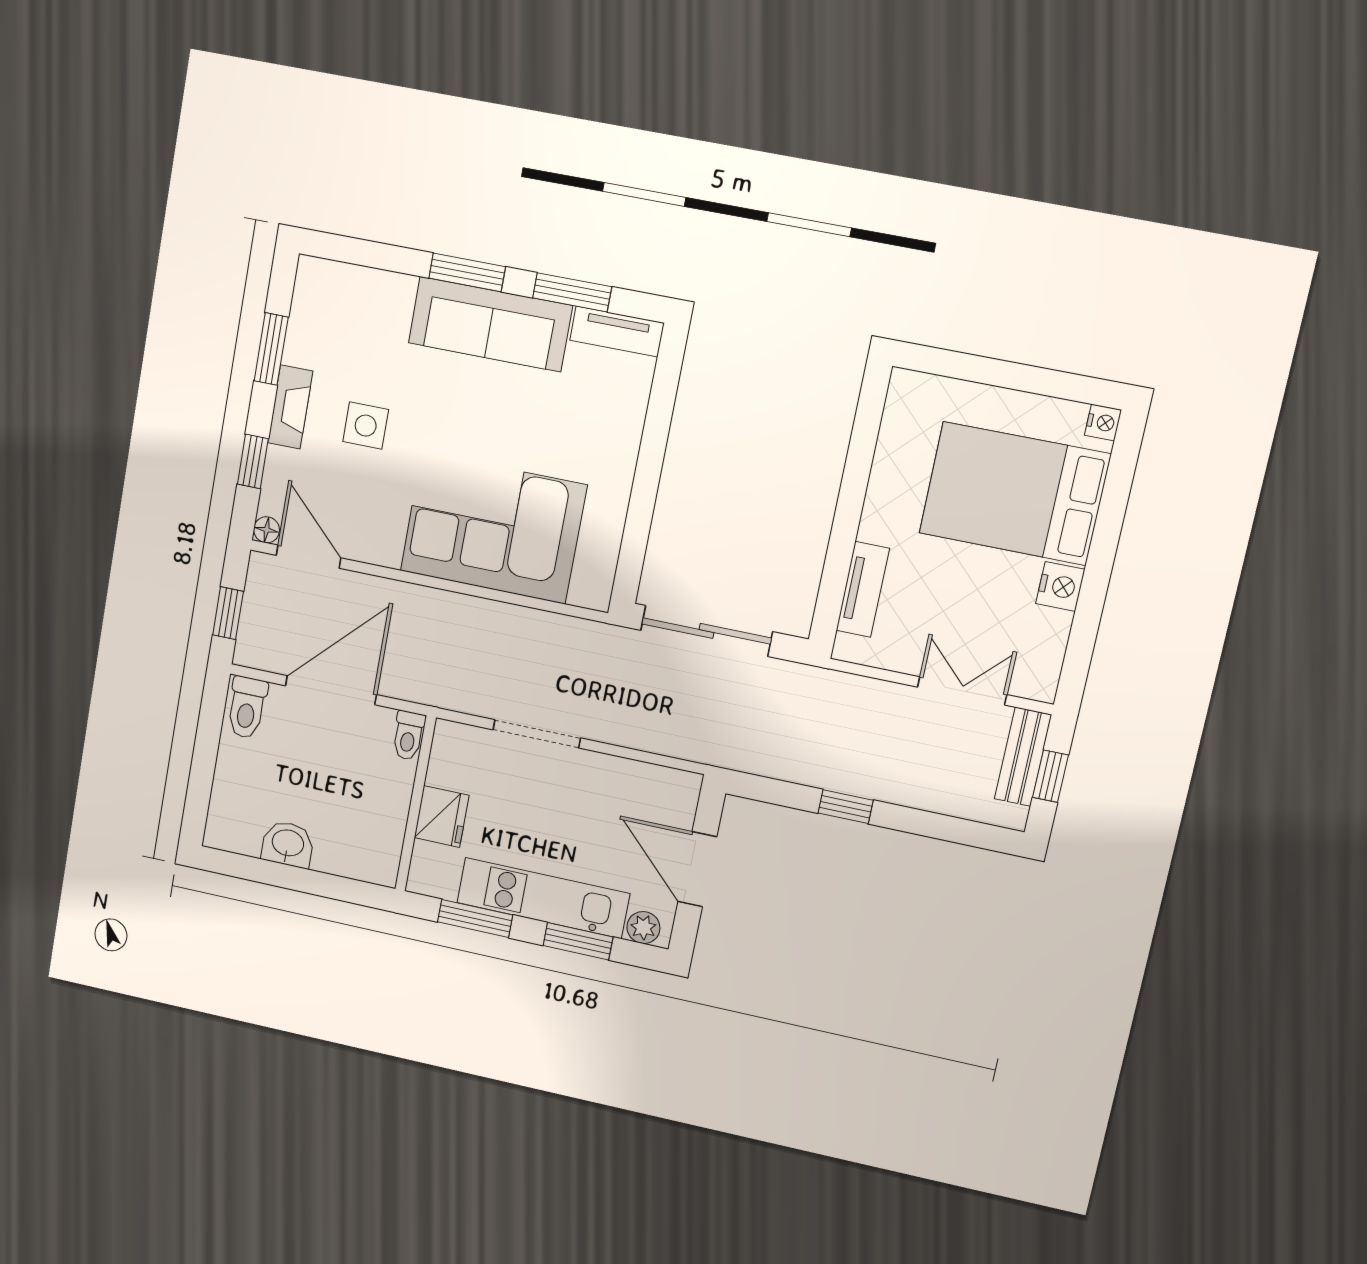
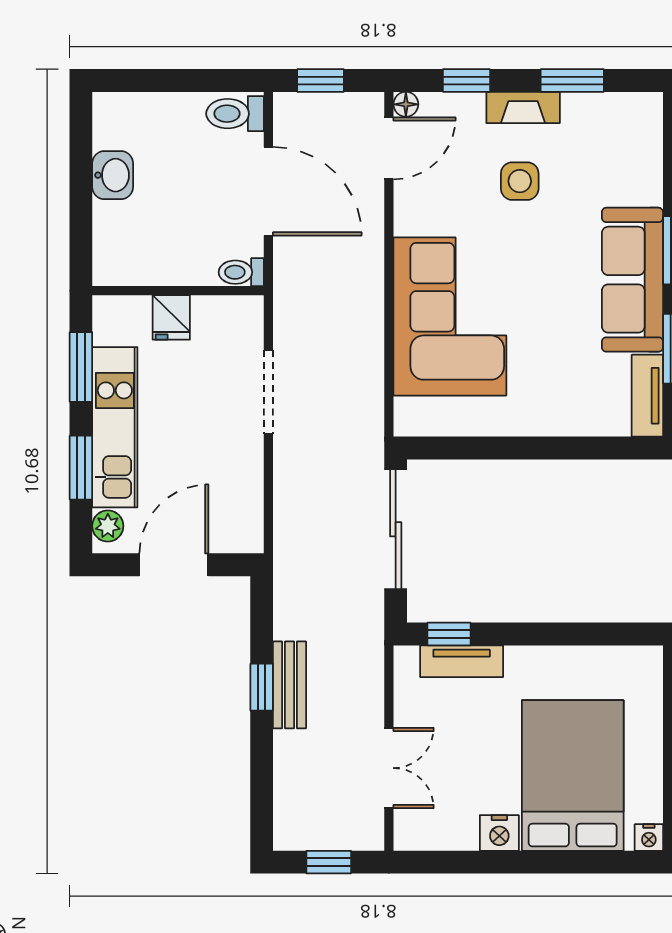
window: (831, 597) -> (449, 634), added
bench: (1023, 757) -> (290, 685), moved, turned 90
fridge: (442, 817) -> (171, 317), width x0.72

